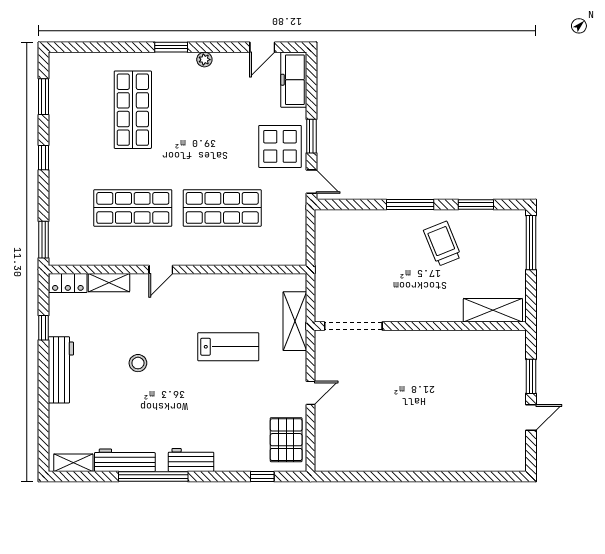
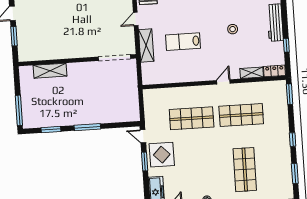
trolley: (442, 244) -> (68, 107), removed
shelving: (493, 310) -> (50, 71), moved
shelving: (295, 321) -> (146, 46), moved

